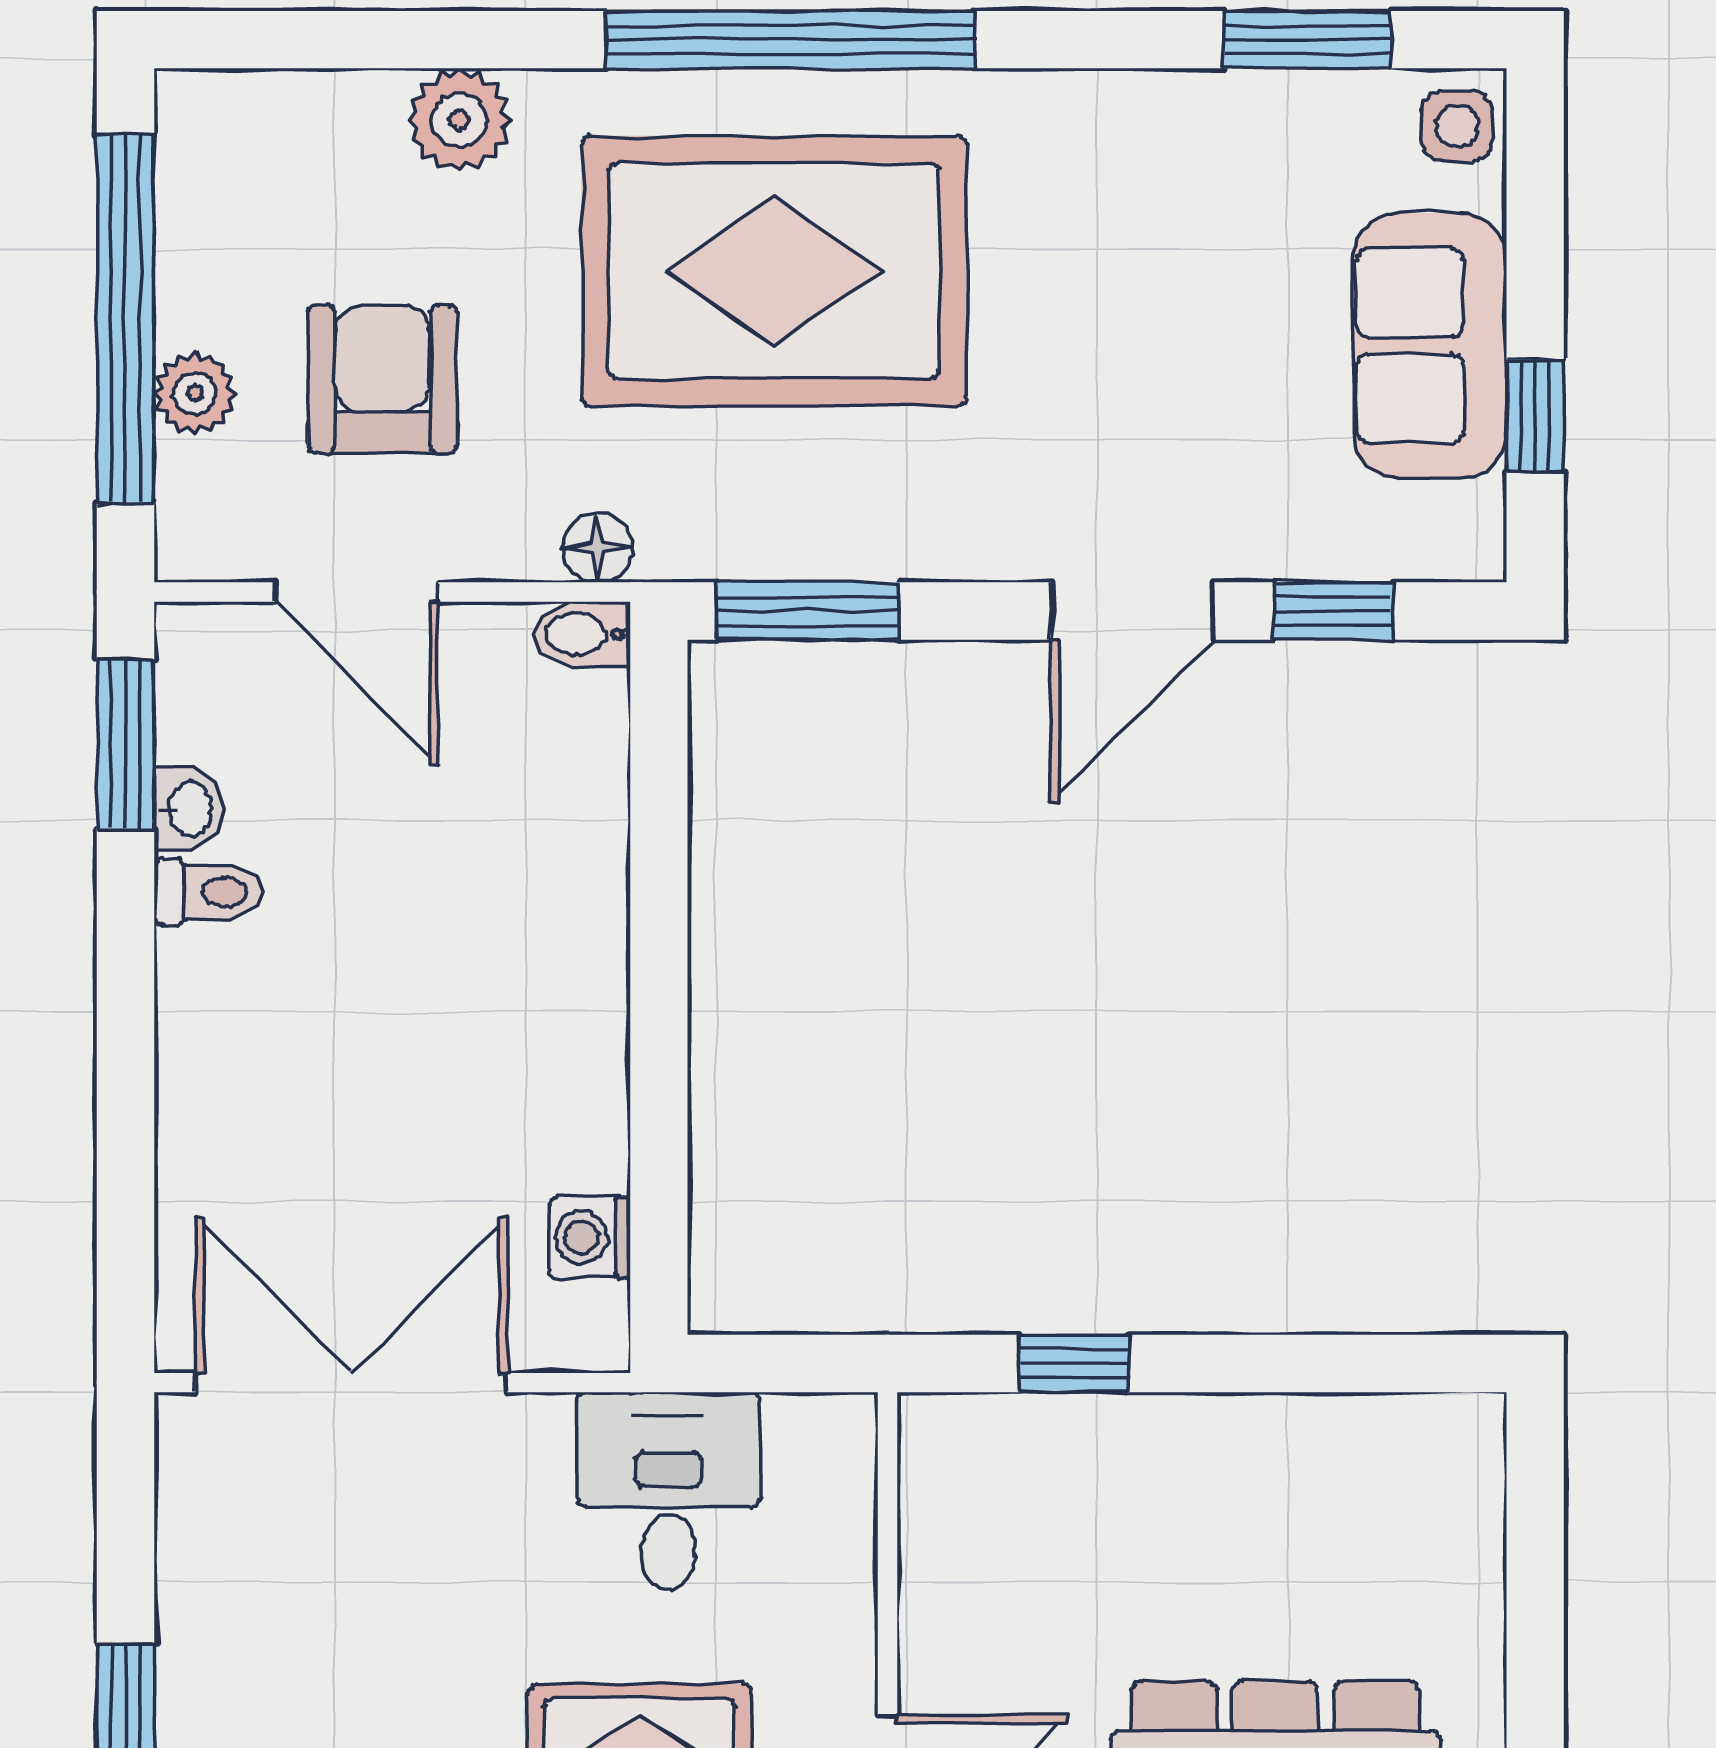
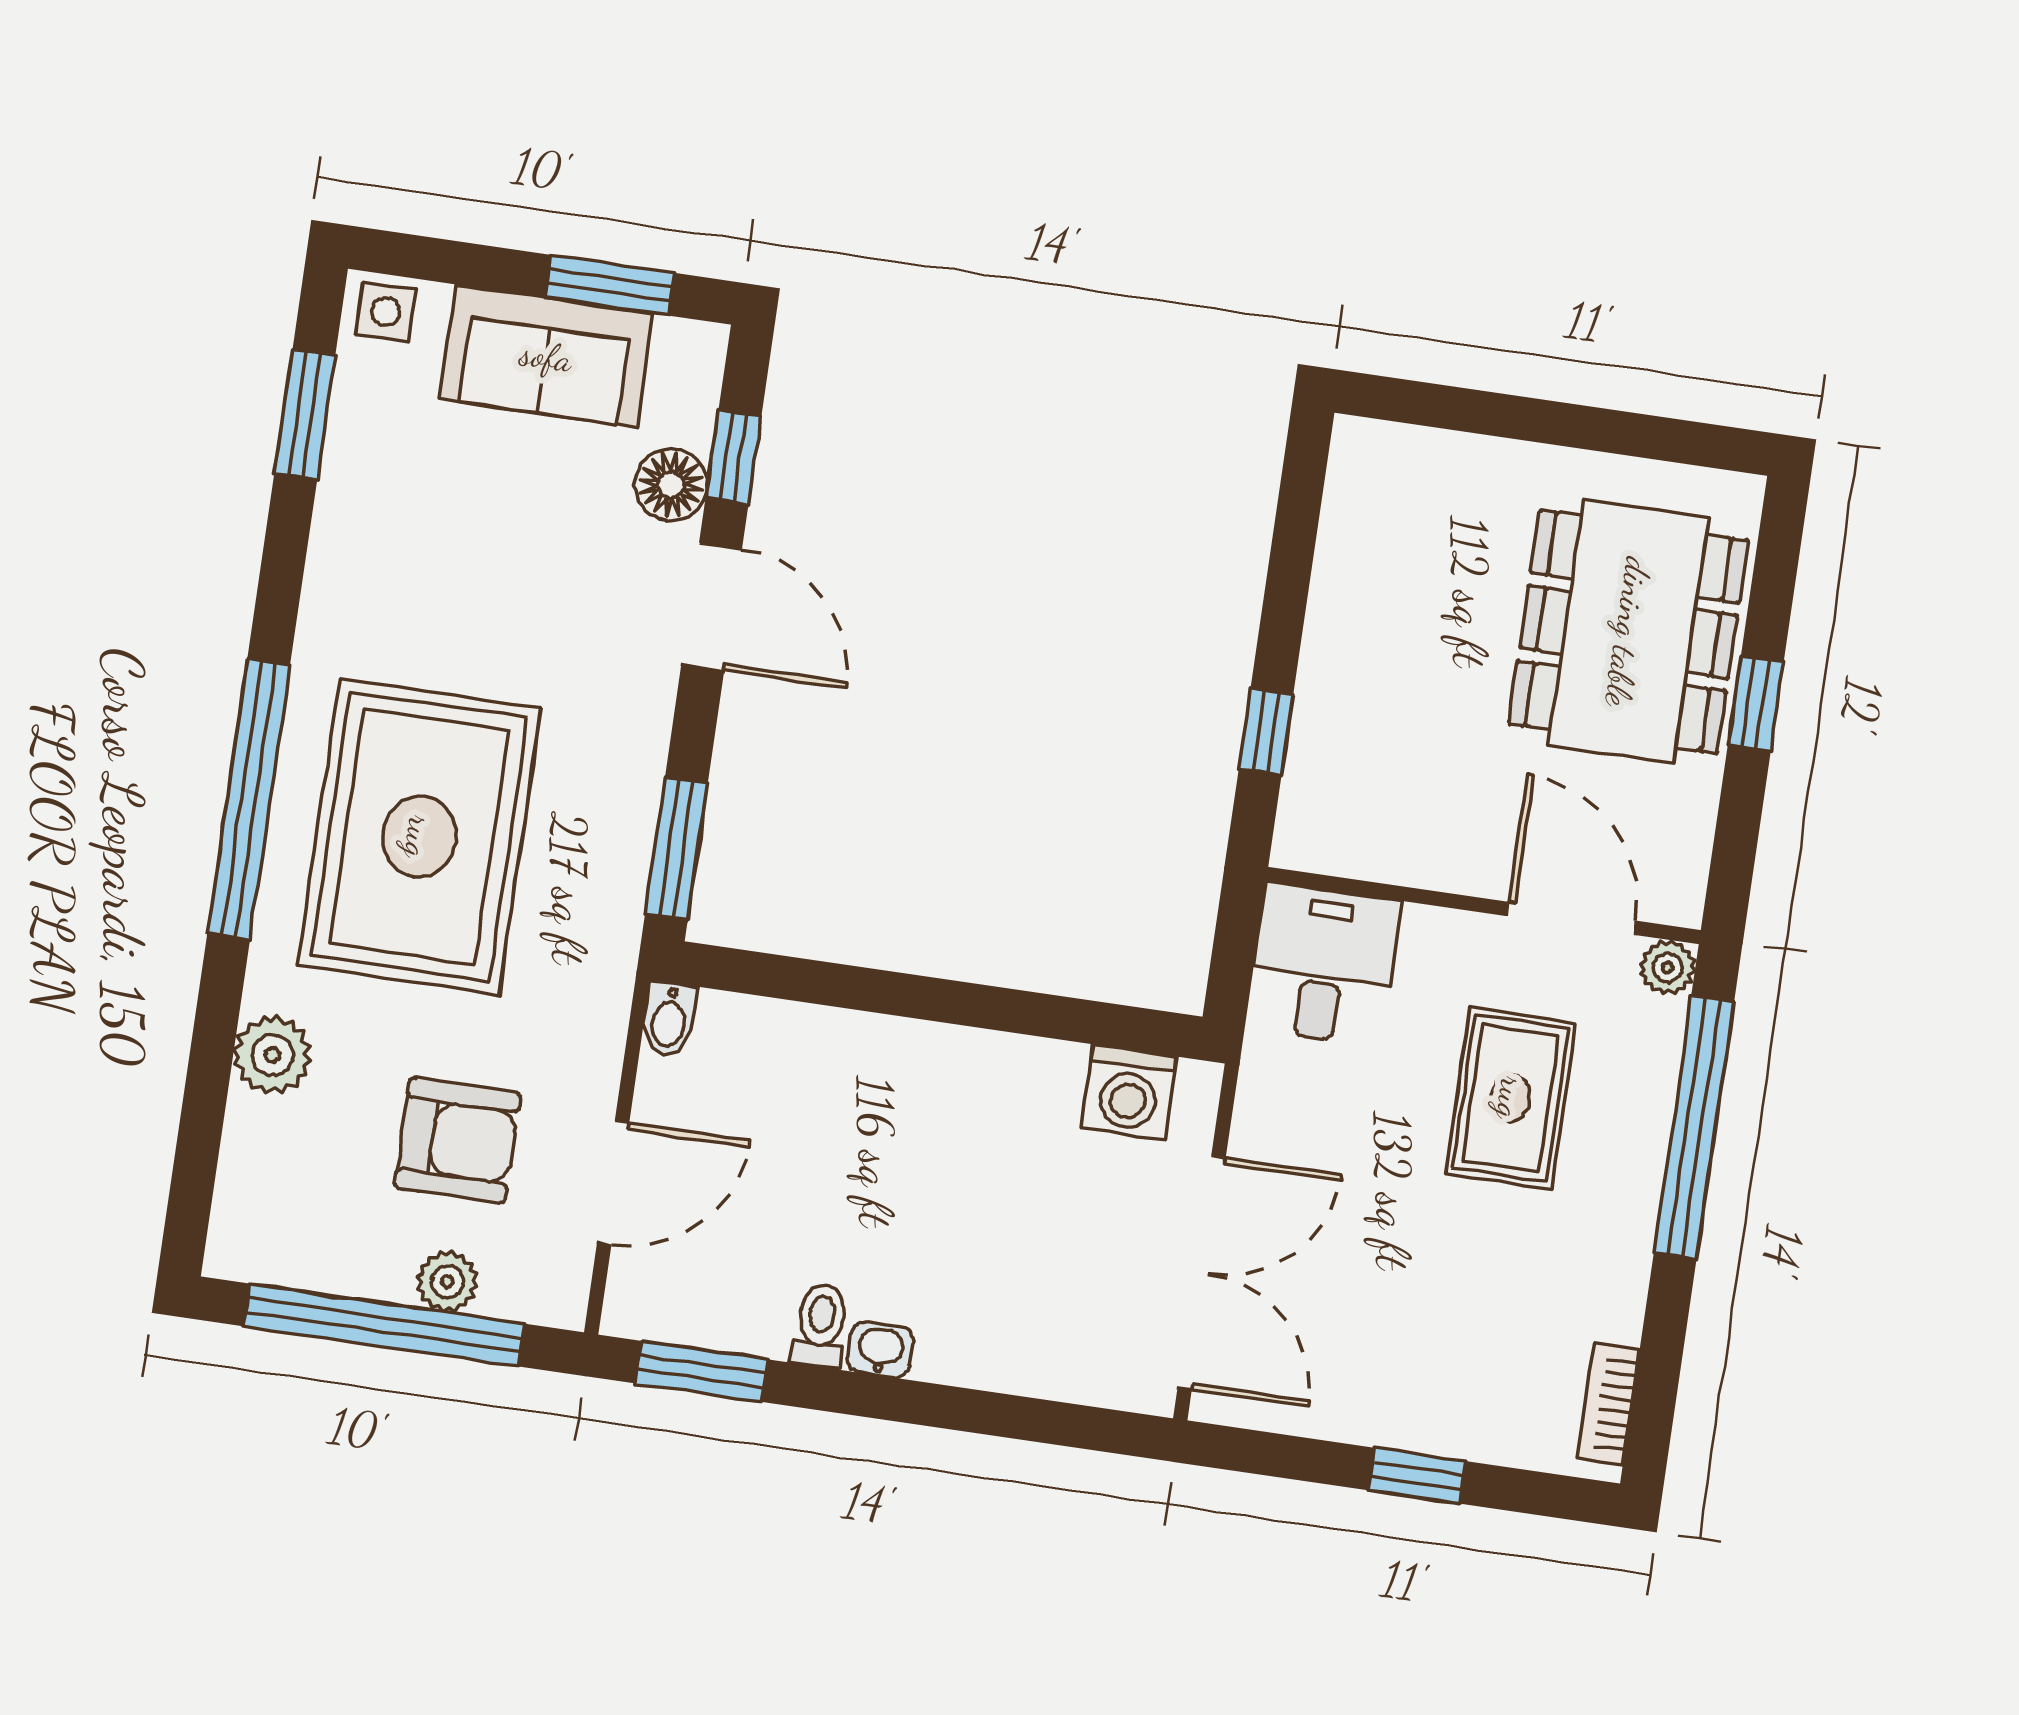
armchair: (382, 379) -> (457, 1140), turned 180
window: (1535, 416) -> (610, 285), width x1.50
floor lamp: (598, 547) -> (671, 485), moved, width x1.37, depth x1.37
washbasin: (188, 809) -> (880, 1350), moved
washing machine: (590, 1237) -> (1129, 1092), width x1.38, depth x1.38
double door: (351, 1383) -> (1202, 1273), swing flipped
desk: (668, 1491) -> (1323, 965), moved, turned 90

